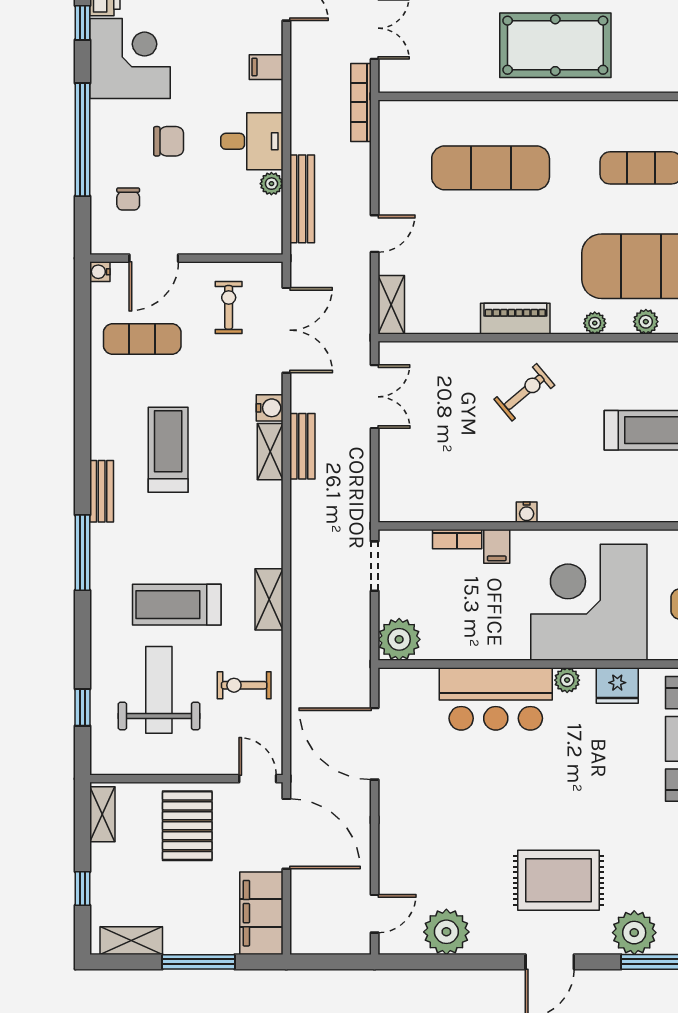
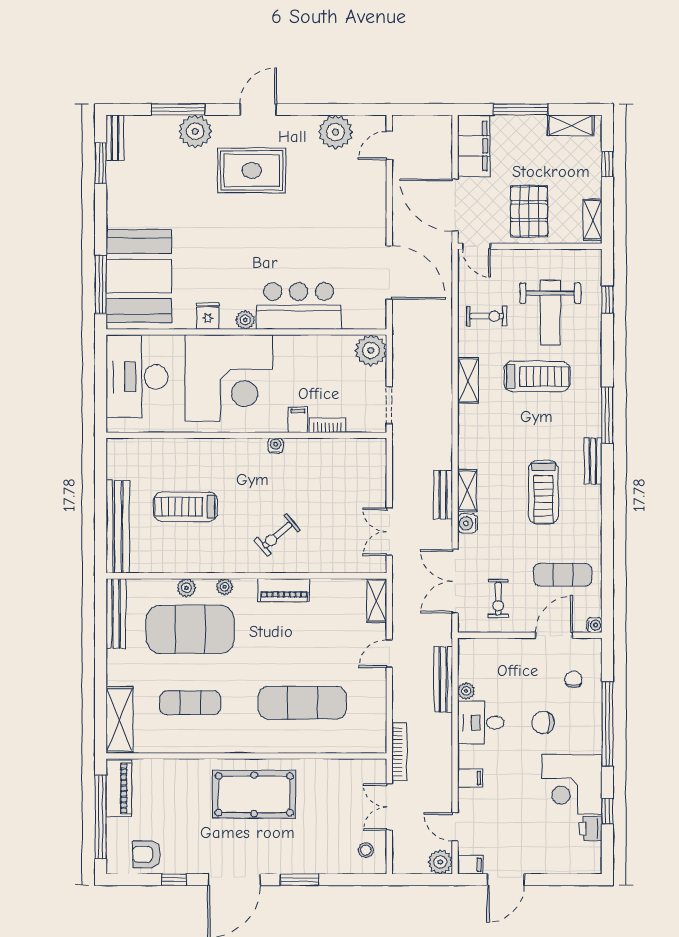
fridge: (617, 685) -> (208, 316), width x0.72

